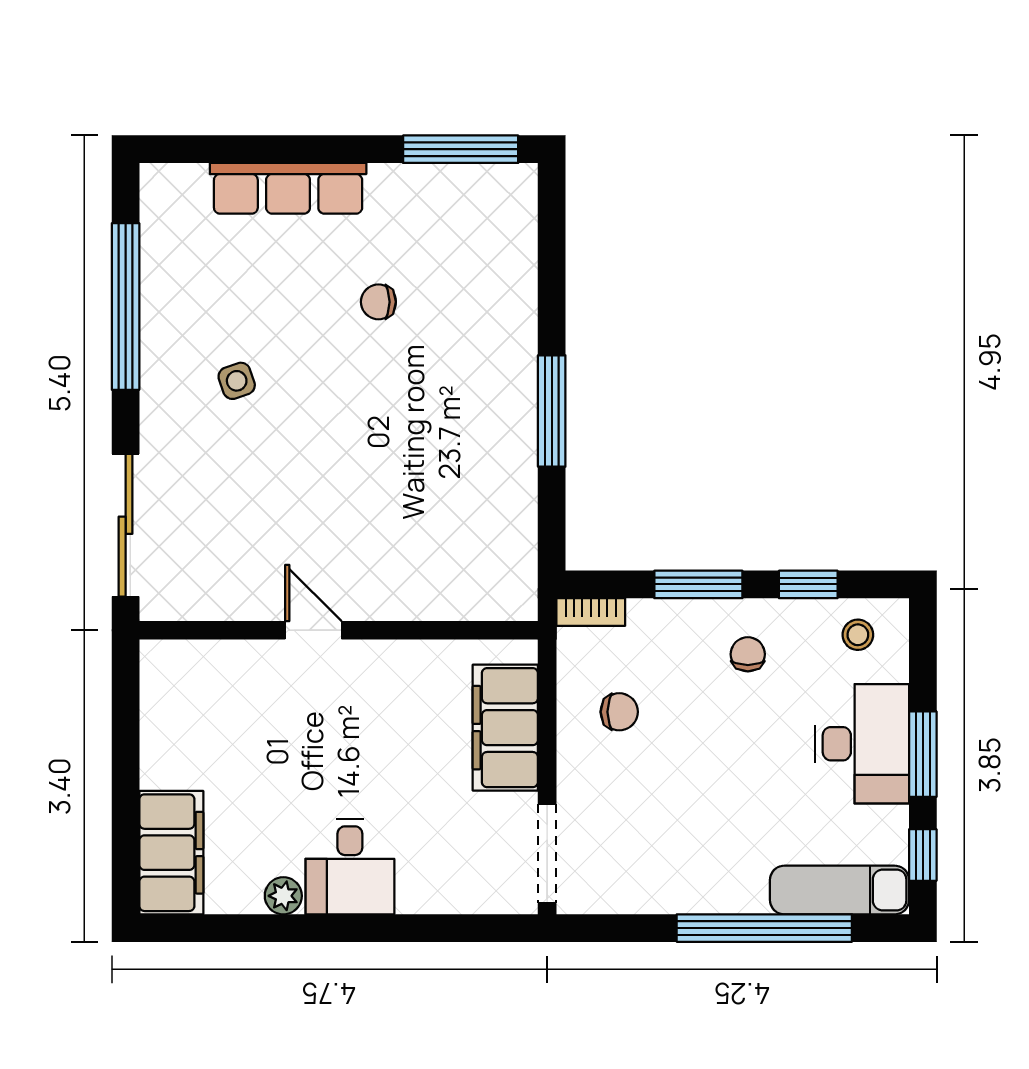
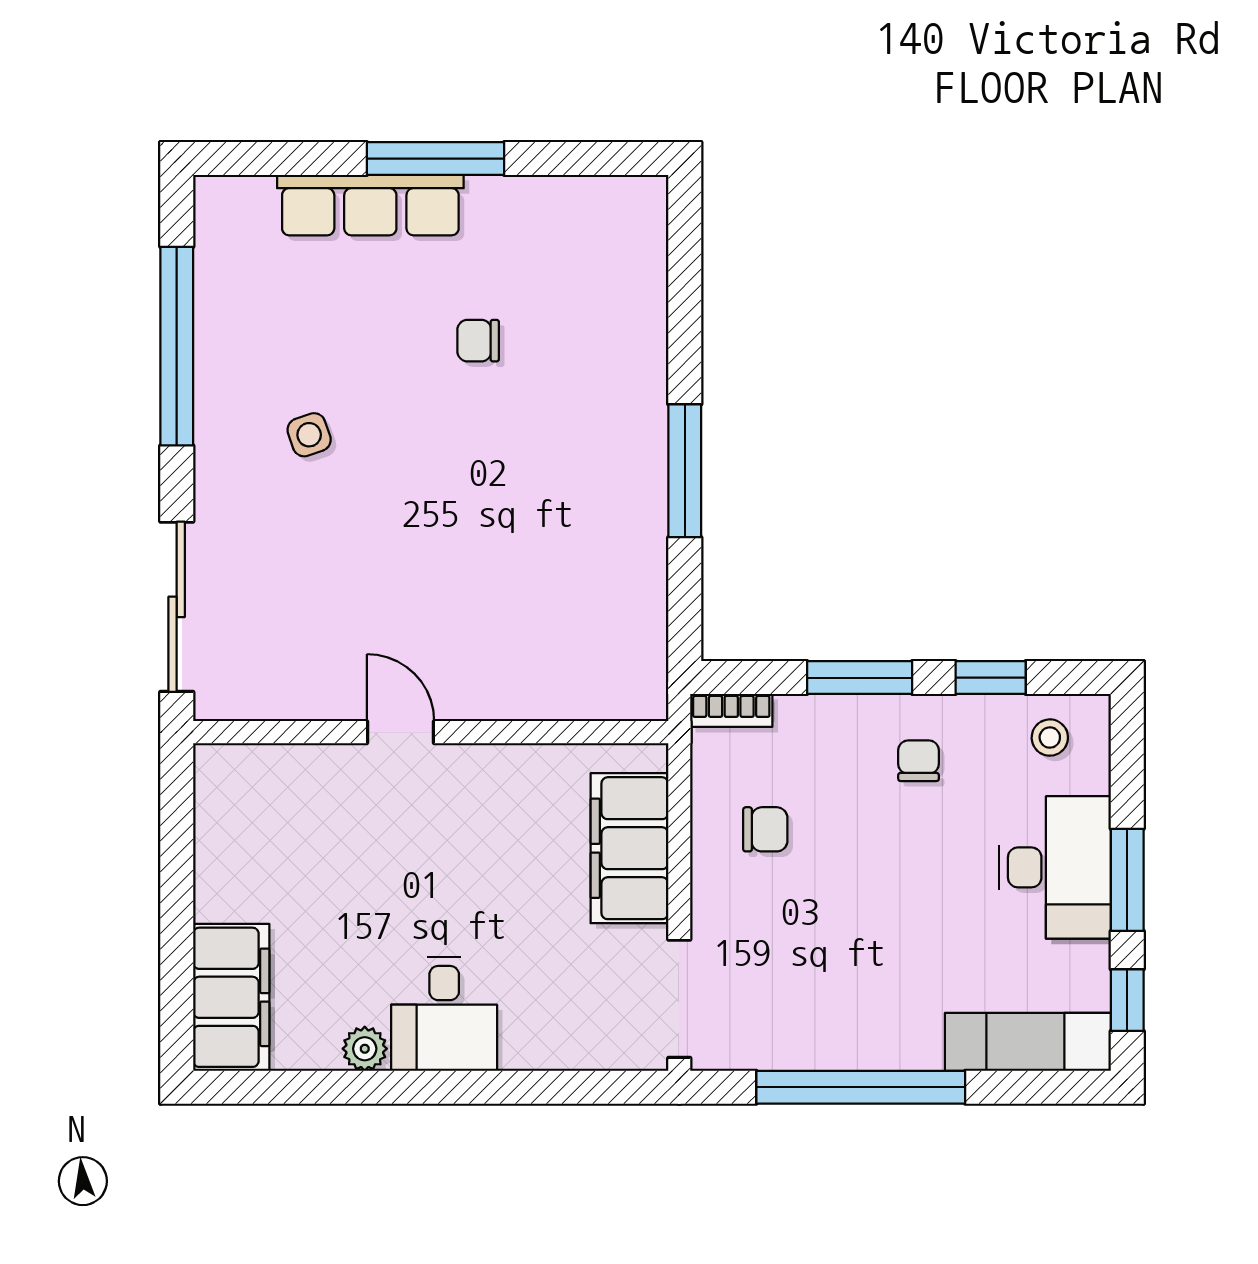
window: (461, 149) -> (436, 159), moved
window: (764, 928) -> (861, 1087), moved

